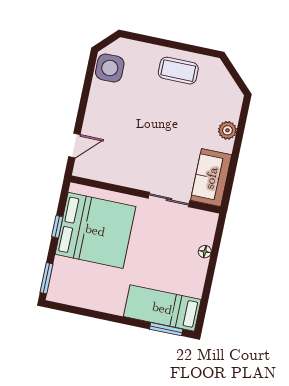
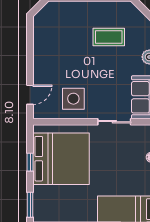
side table: (110, 68) -> (73, 99), moved
coffee table: (178, 71) -> (109, 37), moved

